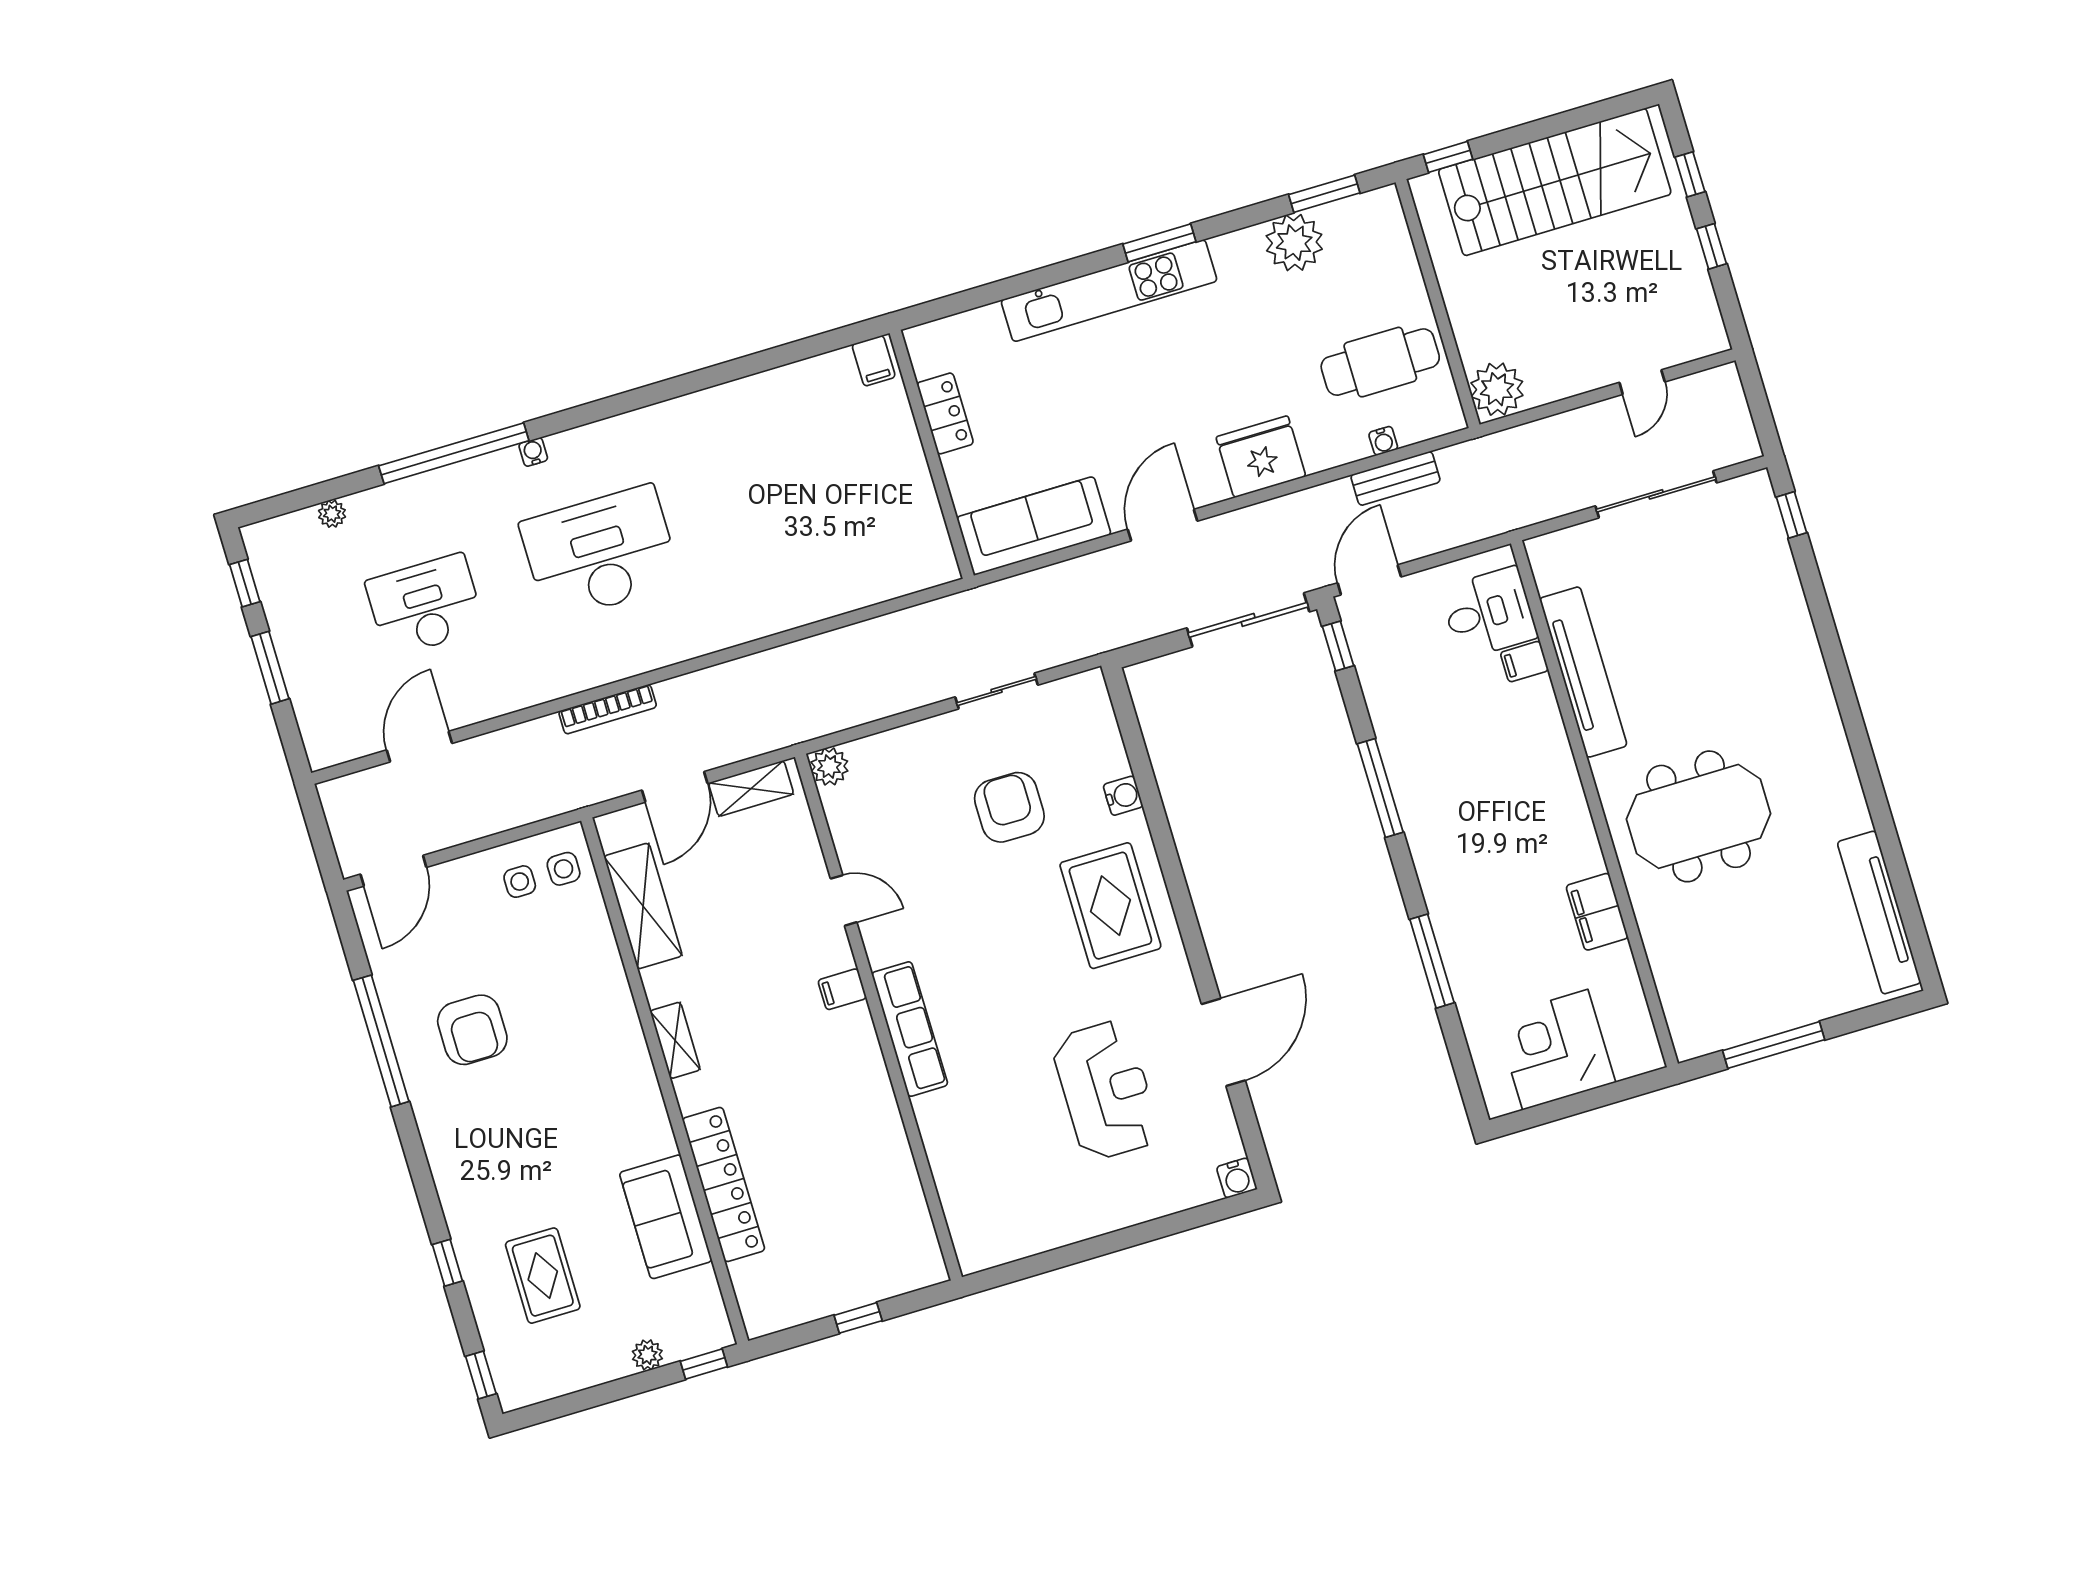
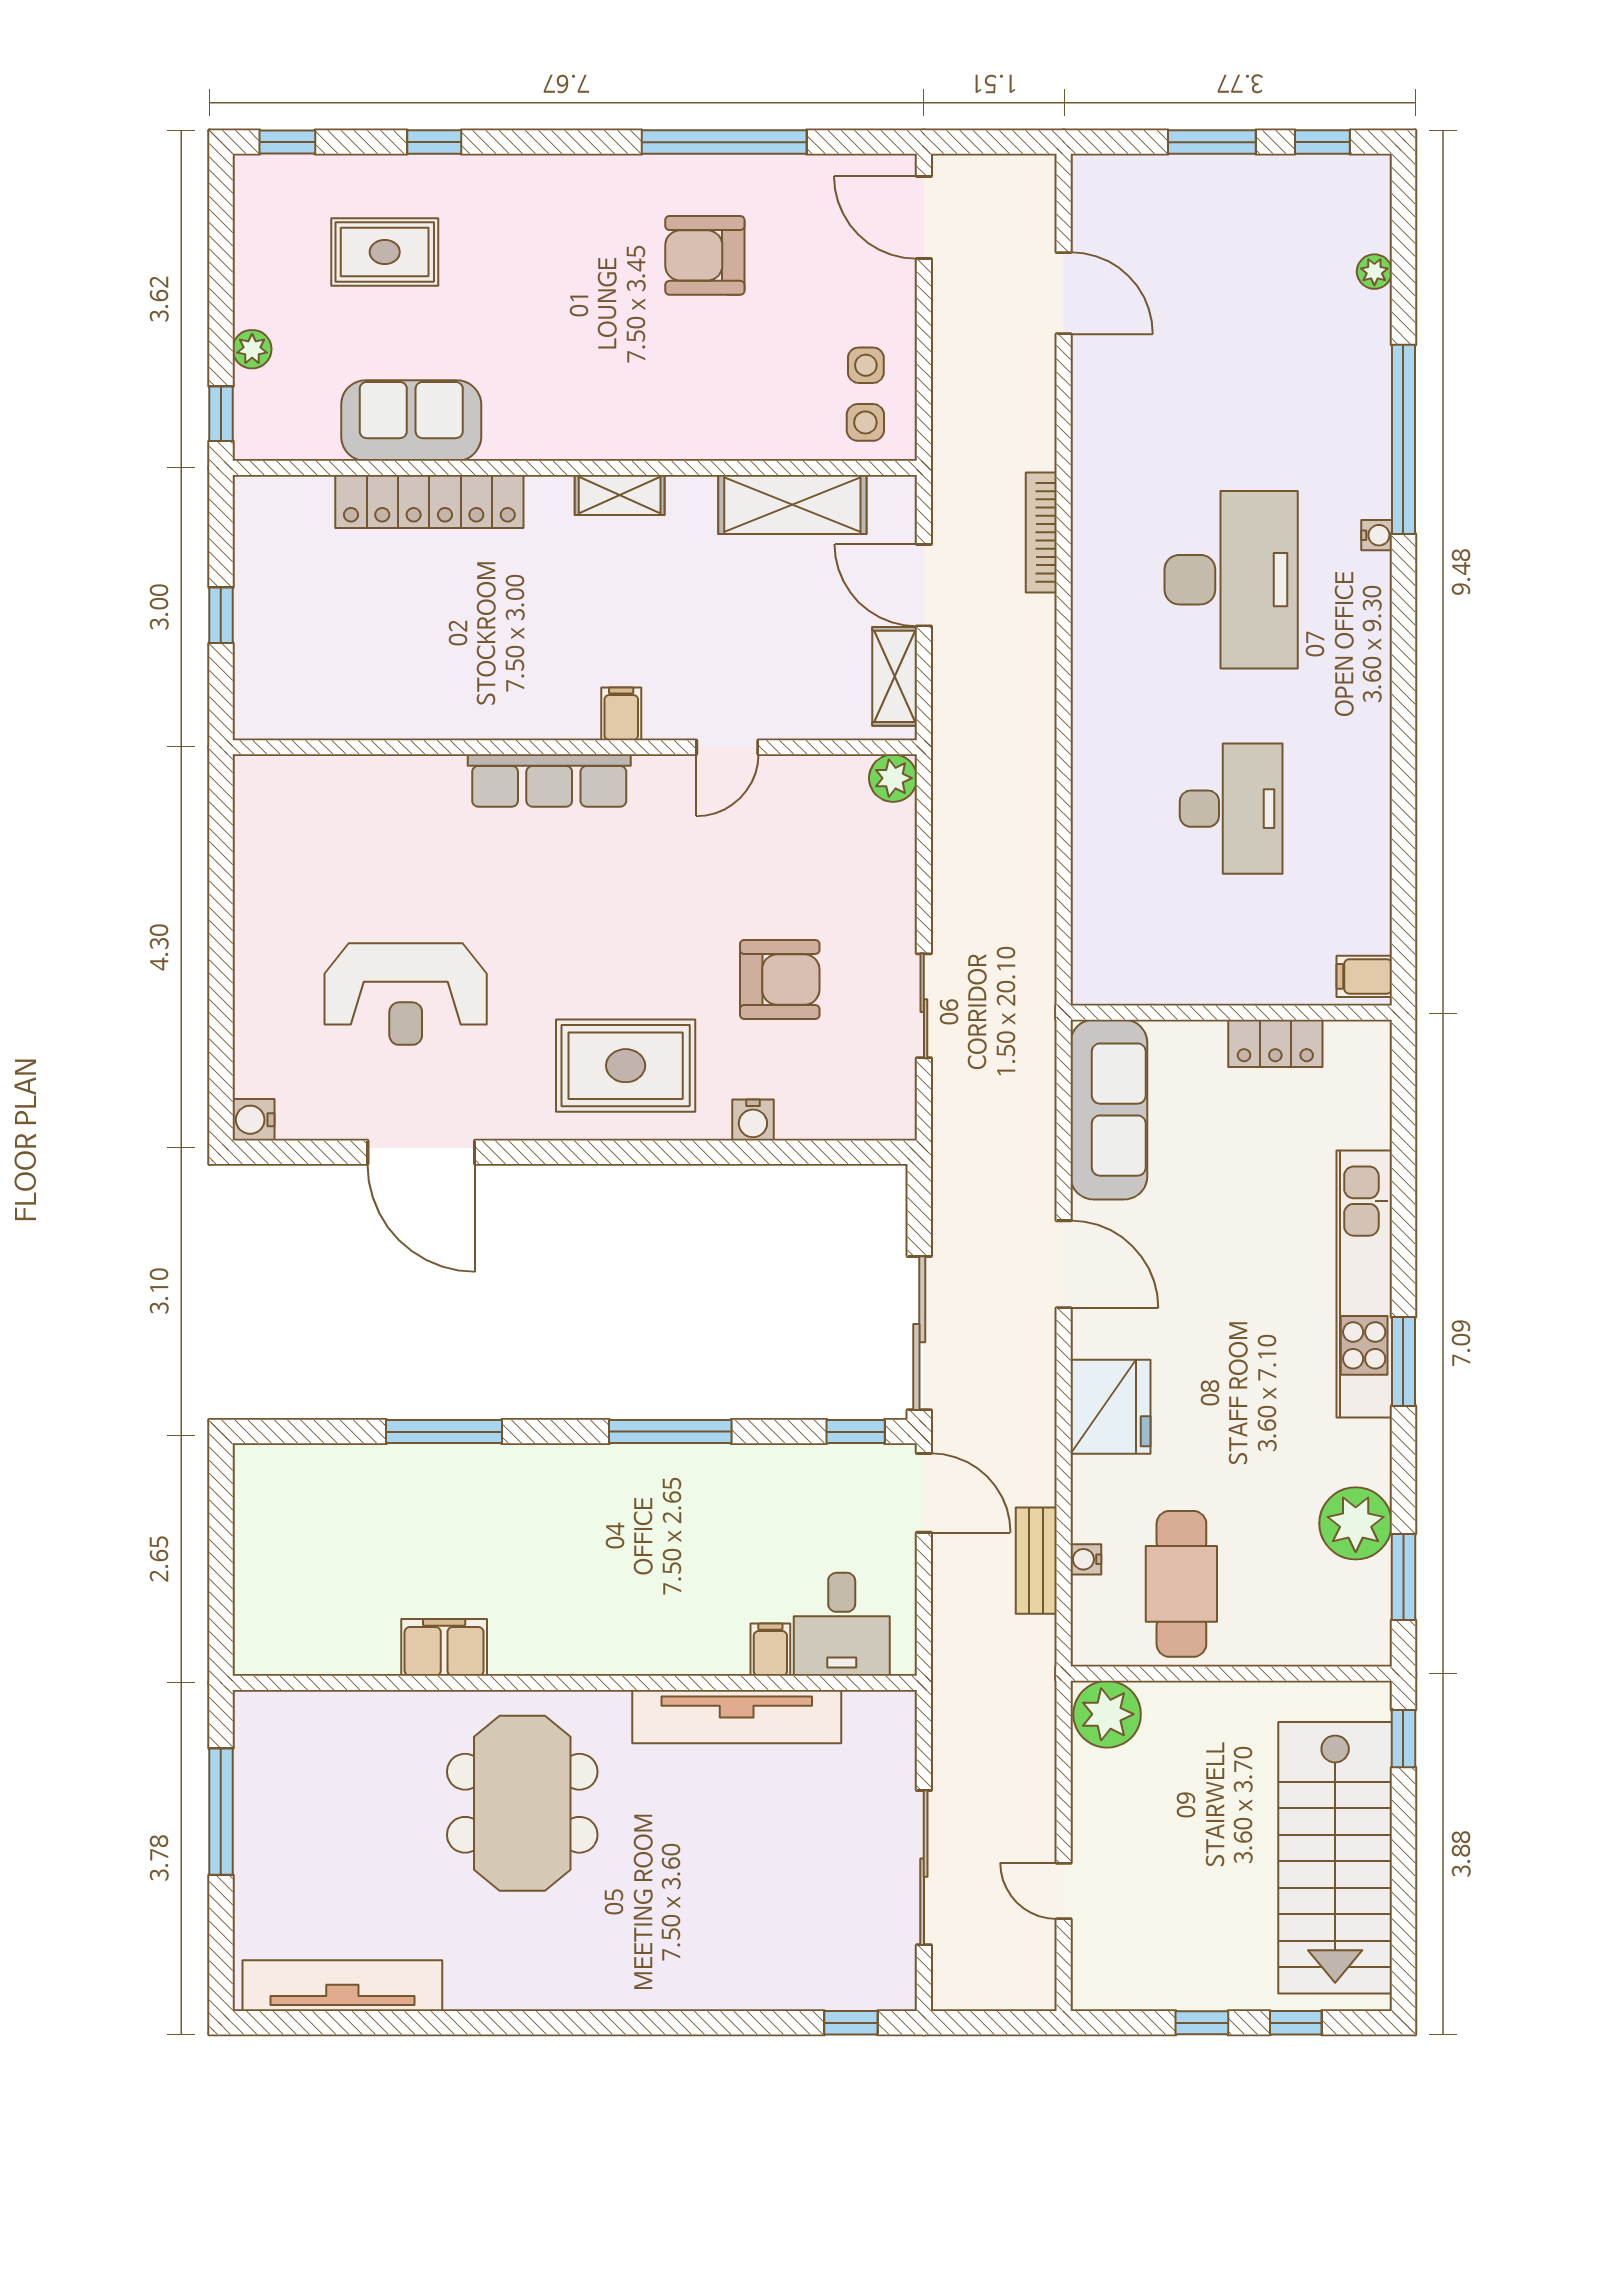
desk: (425, 605) -> (1231, 809), moved
corner desk: (1555, 1050) -> (294, 1548), removed

